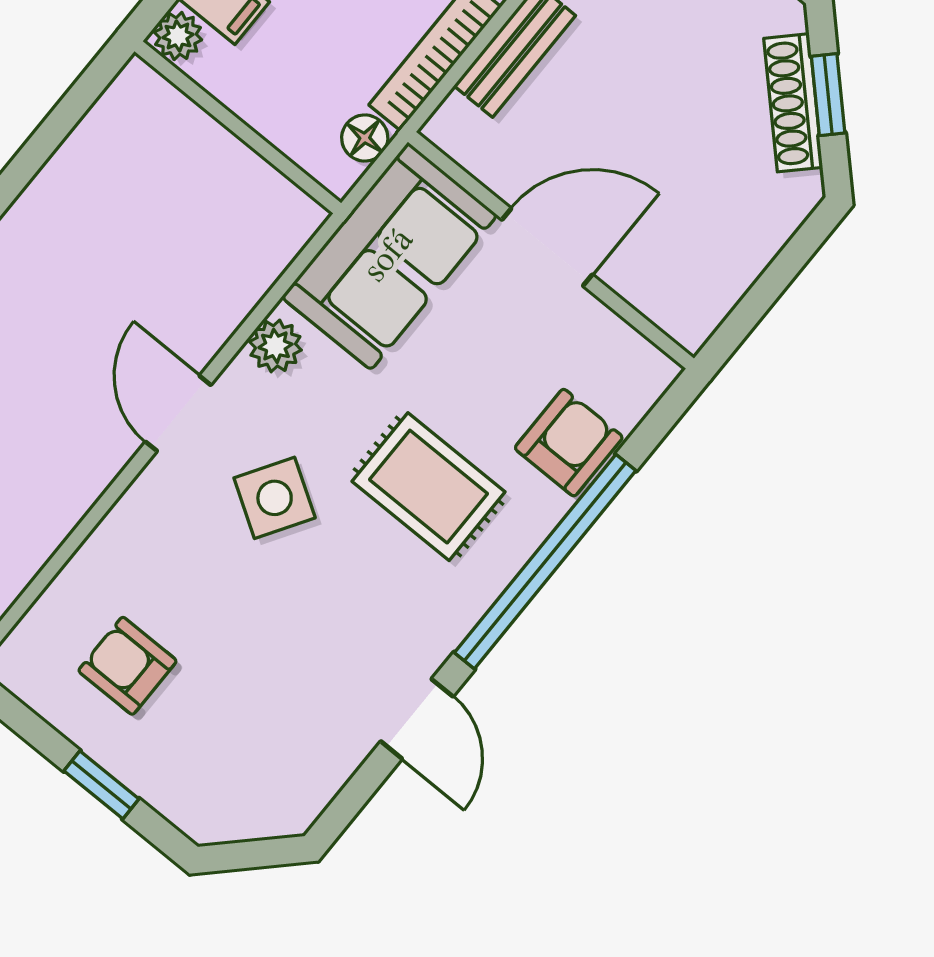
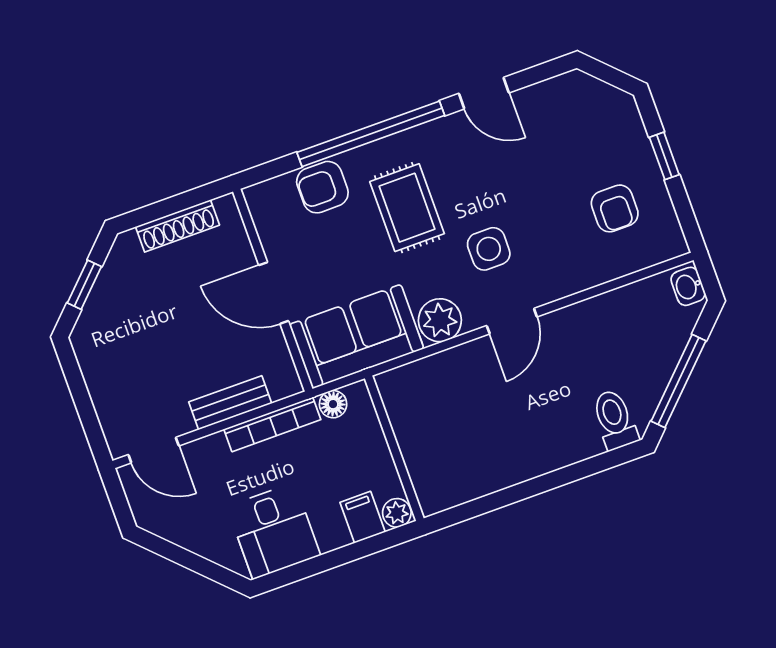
shoe rack: (793, 103) -> (177, 226), moved, turned 45
plant: (275, 346) -> (440, 320), width x1.38, depth x1.38
side table: (275, 498) -> (489, 249), turned -32
door: (417, 719) -> (484, 93), swing flipped

